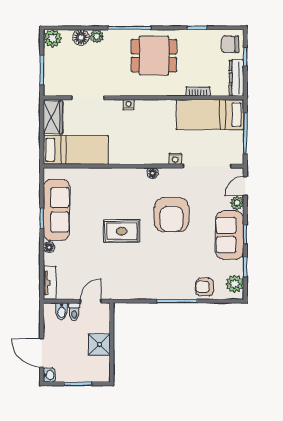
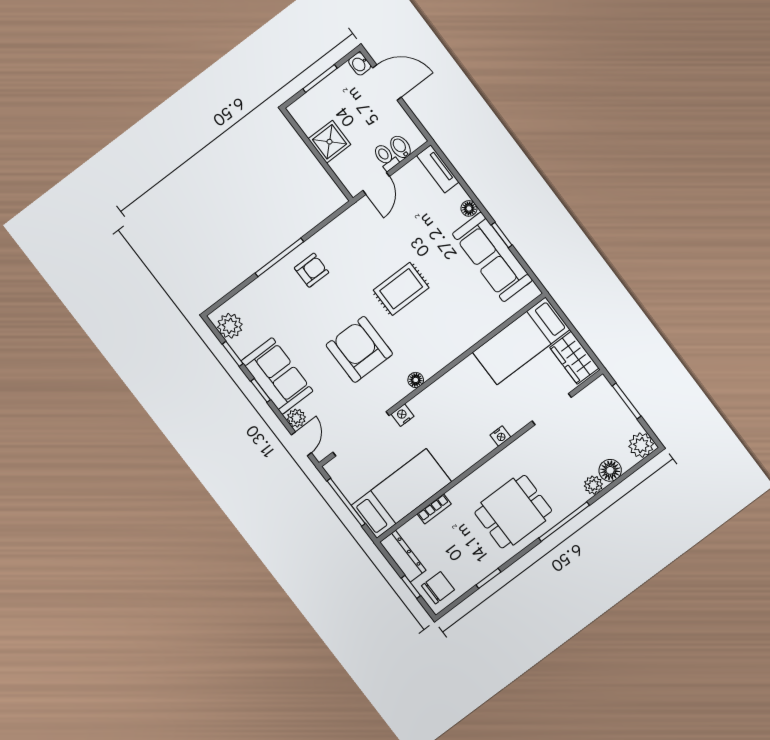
armchair: (205, 287) -> (312, 270), moved

